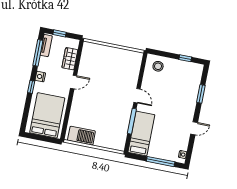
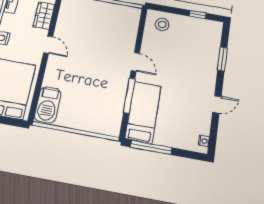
door: (74, 82) -> (48, 45), hinge flipped
barbecue: (81, 136) -> (48, 105), moved, turned 90
window: (161, 162) -> (151, 147), moved

